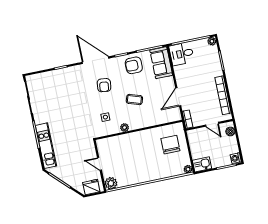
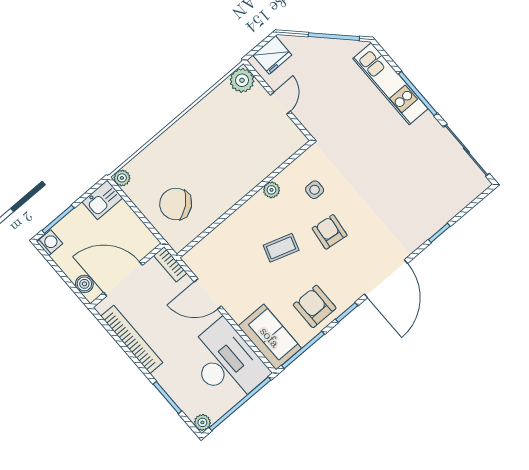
desk: (182, 54) -> (226, 363), width x1.87, depth x1.30
door: (95, 60) -> (386, 279), hinge flipped
armchair: (134, 65) -> (315, 306), turned -90
armchair: (104, 85) -> (330, 232), moved
door: (178, 97) -> (208, 294), swing flipped
door: (212, 124) -> (123, 279), width x1.87
chair: (170, 145) -> (176, 204), turned 140
door: (99, 164) -> (280, 103), hinge flipped

